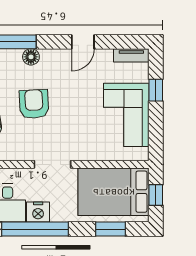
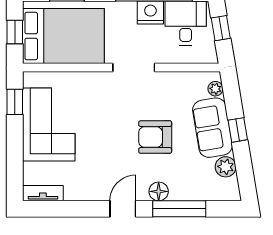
door: (83, 42) -> (123, 209), moved
window: (156, 90) -> (15, 102), moved
armchair: (34, 104) -> (155, 137), turned 93

